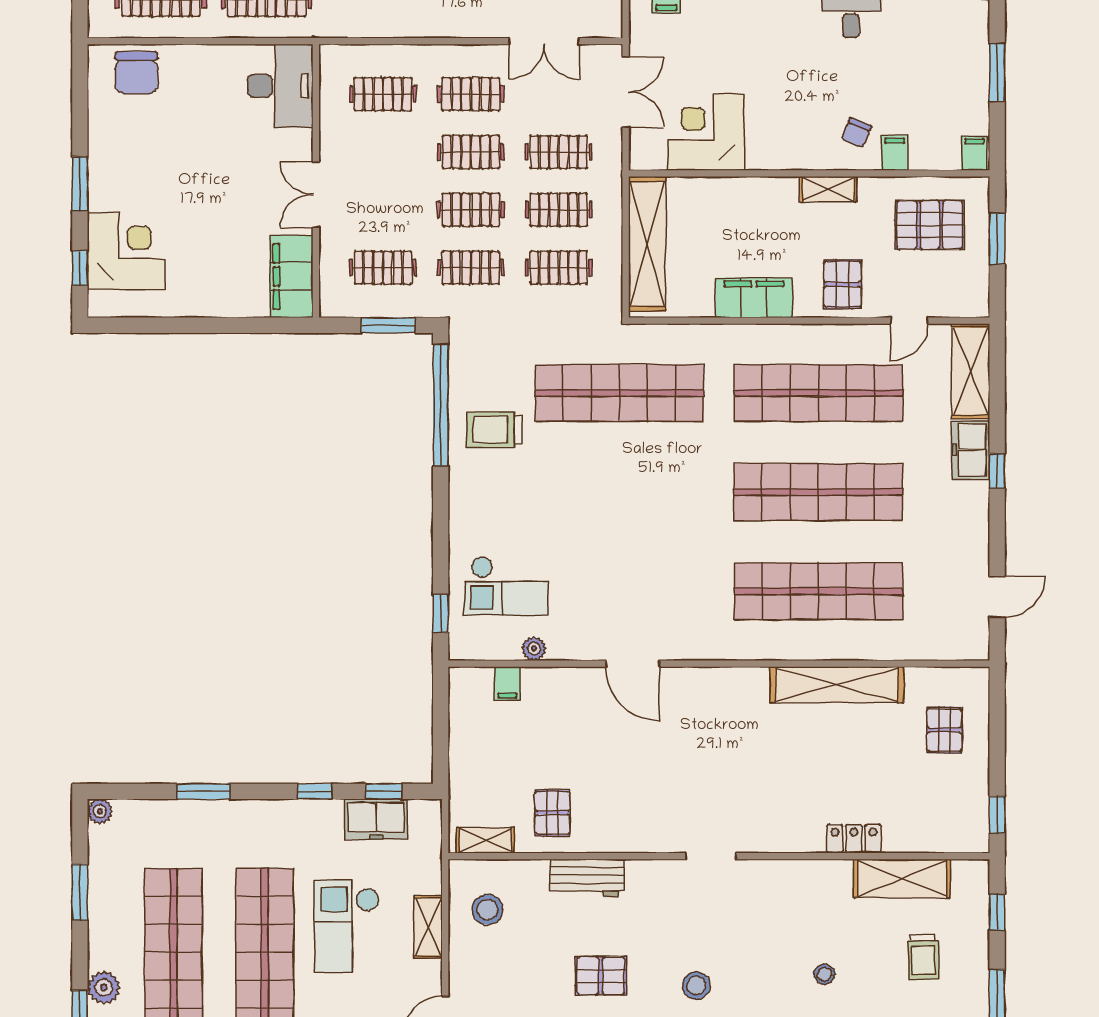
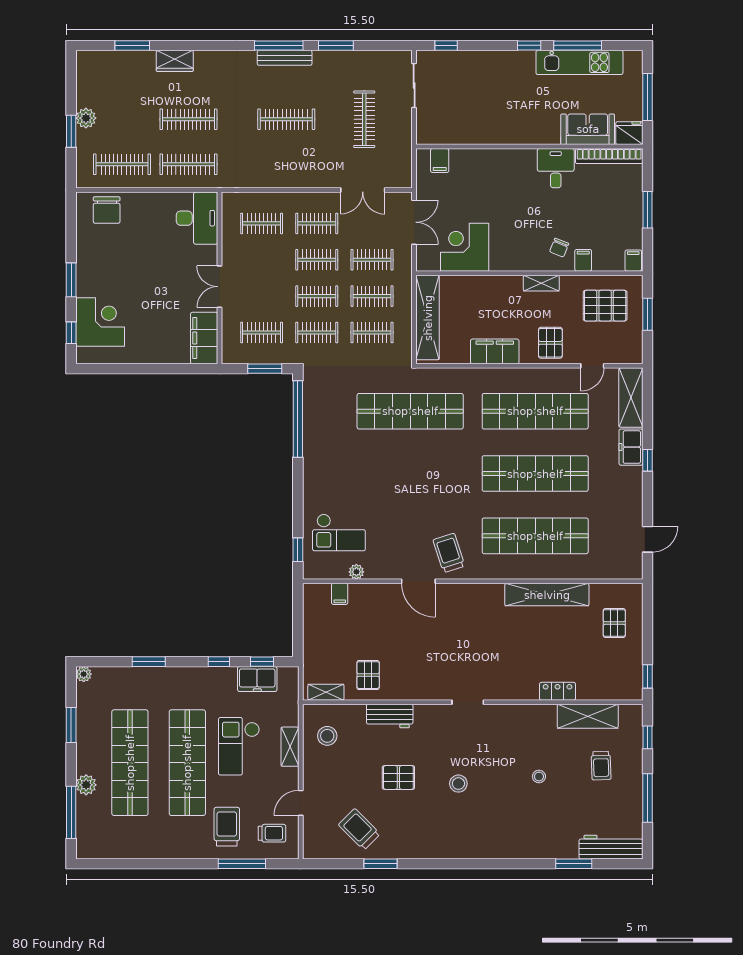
trolley: (494, 430) -> (449, 553), moved, turned 72

